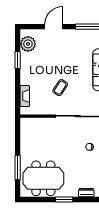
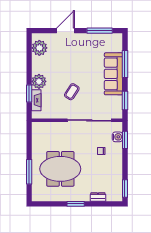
window: (18, 60) -> (29, 94), moved
plant: (27, 77) -> (39, 81), added
meeting table: (43, 178) -> (60, 169), moved

